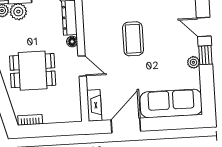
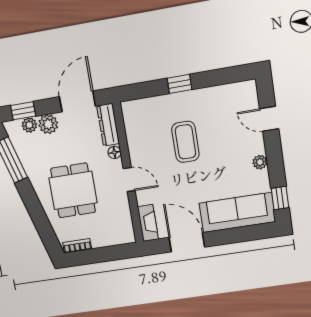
window: (205, 55) -> (280, 198), moved
dining table: (33, 71) -> (73, 190), turned 90
door: (126, 125) -> (187, 242), hinge flipped

